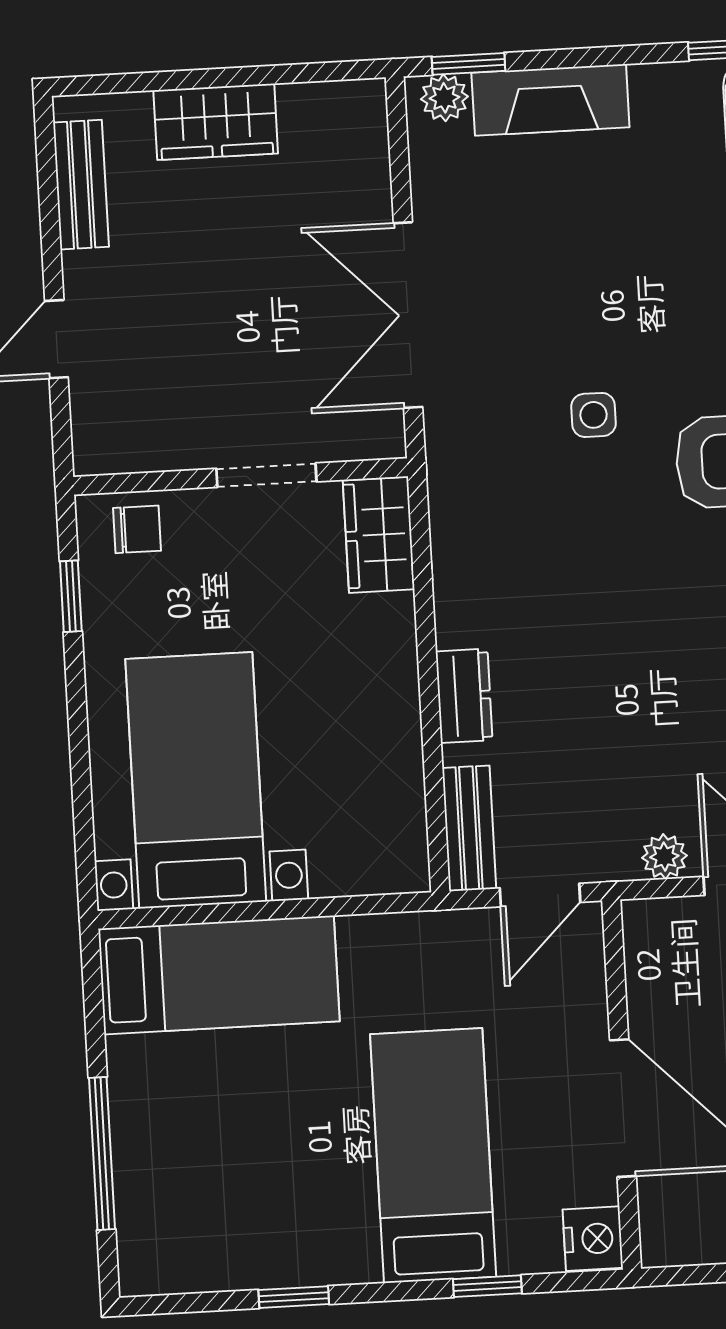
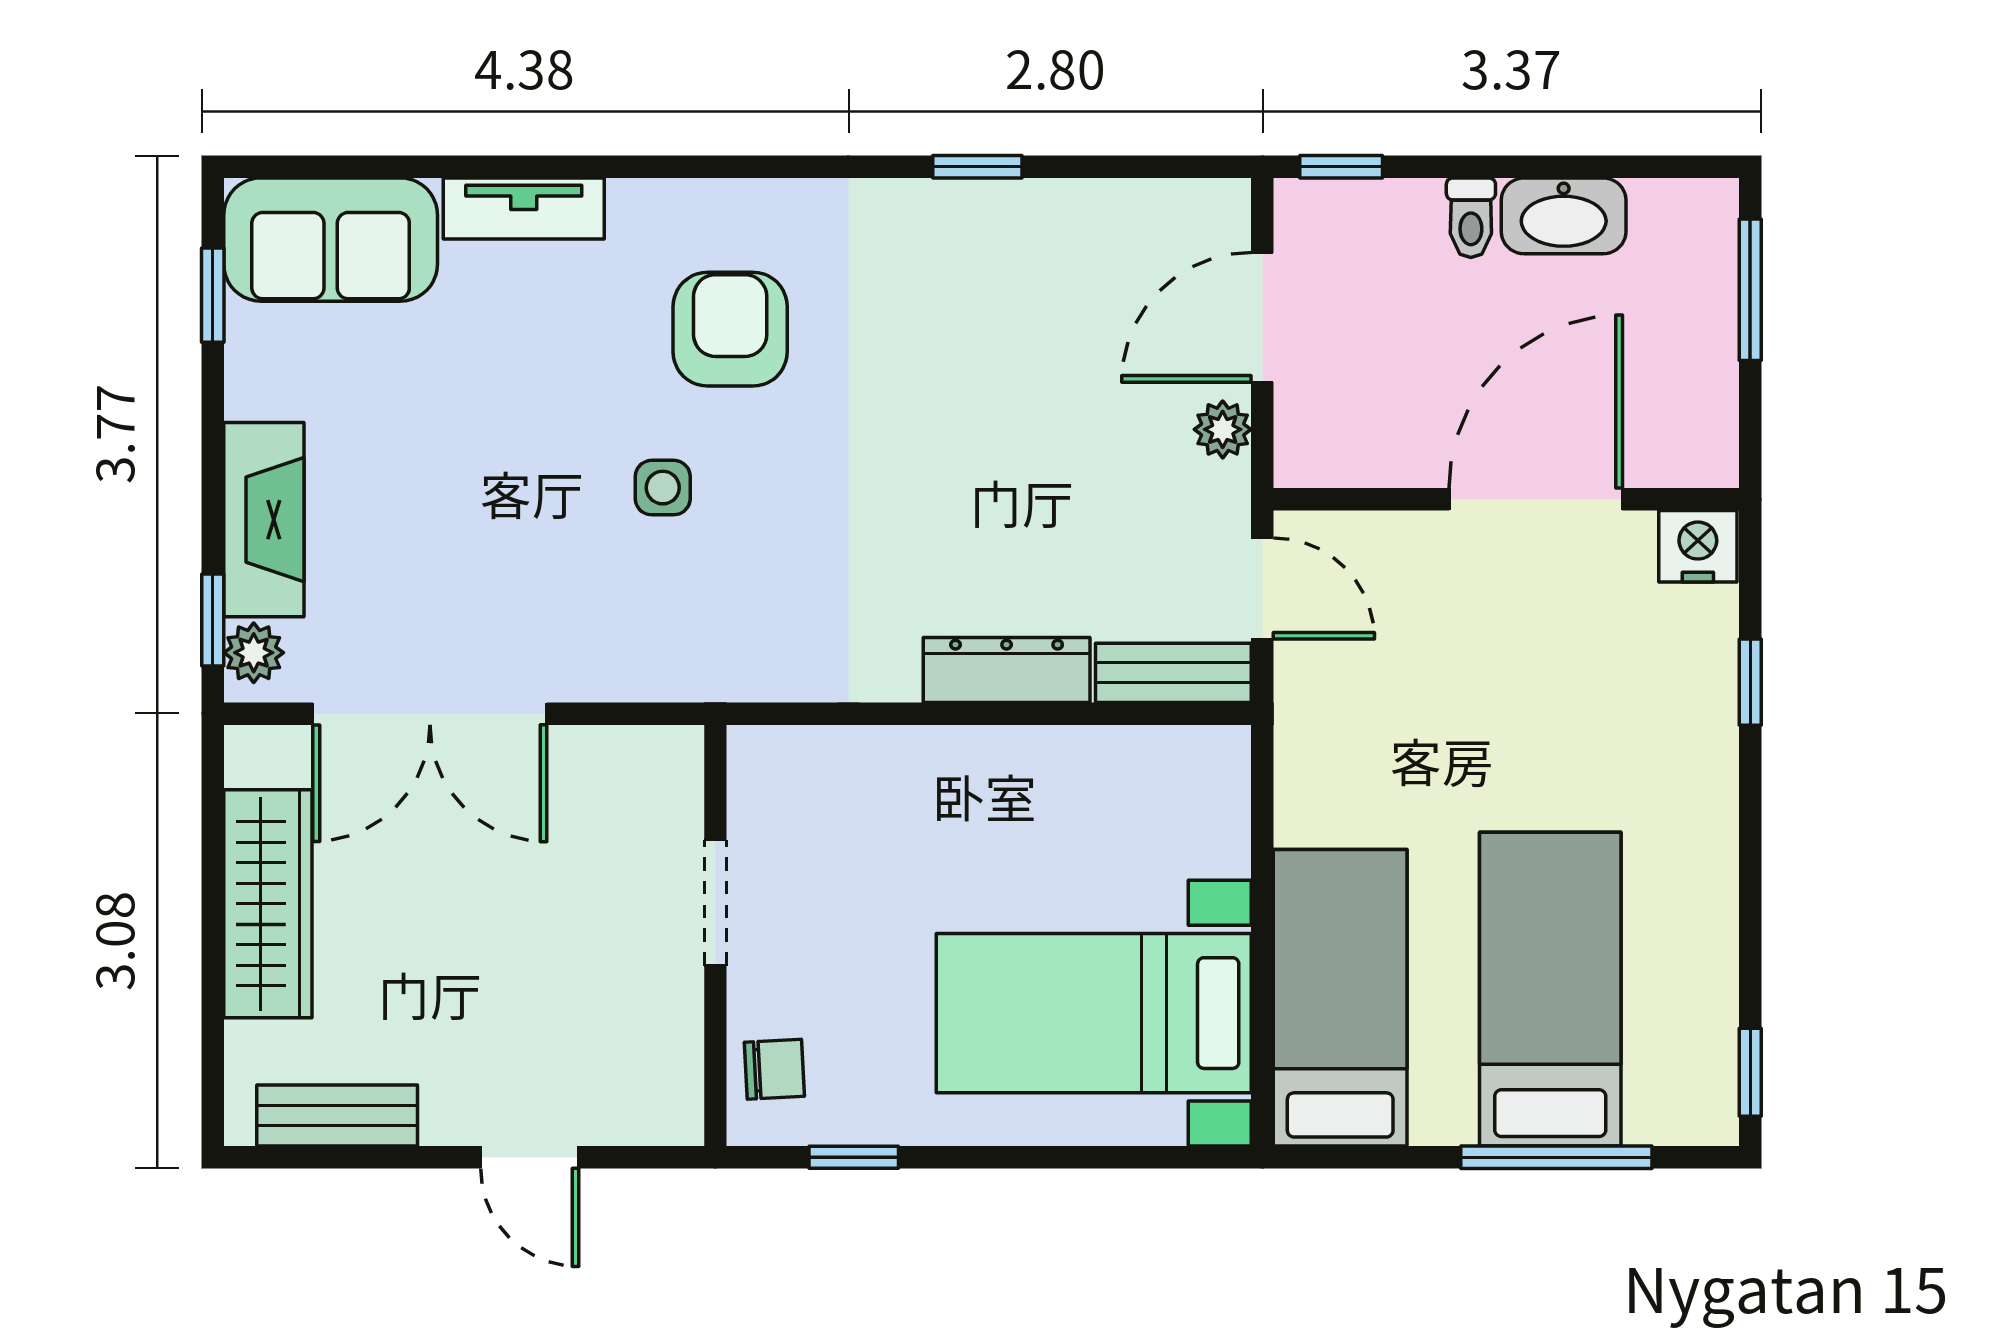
wardrobe: (216, 122) -> (268, 904), width x1.50
double door: (408, 315) -> (430, 714), moved
chair: (137, 529) -> (774, 1069), turned 87
wardrobe: (379, 535) -> (798, 766), removed
dresser: (464, 696) -> (1007, 670), width x1.44
bed: (433, 1156) -> (1550, 989), moved, turned 90
window: (294, 1297) -> (1750, 1072), moved

